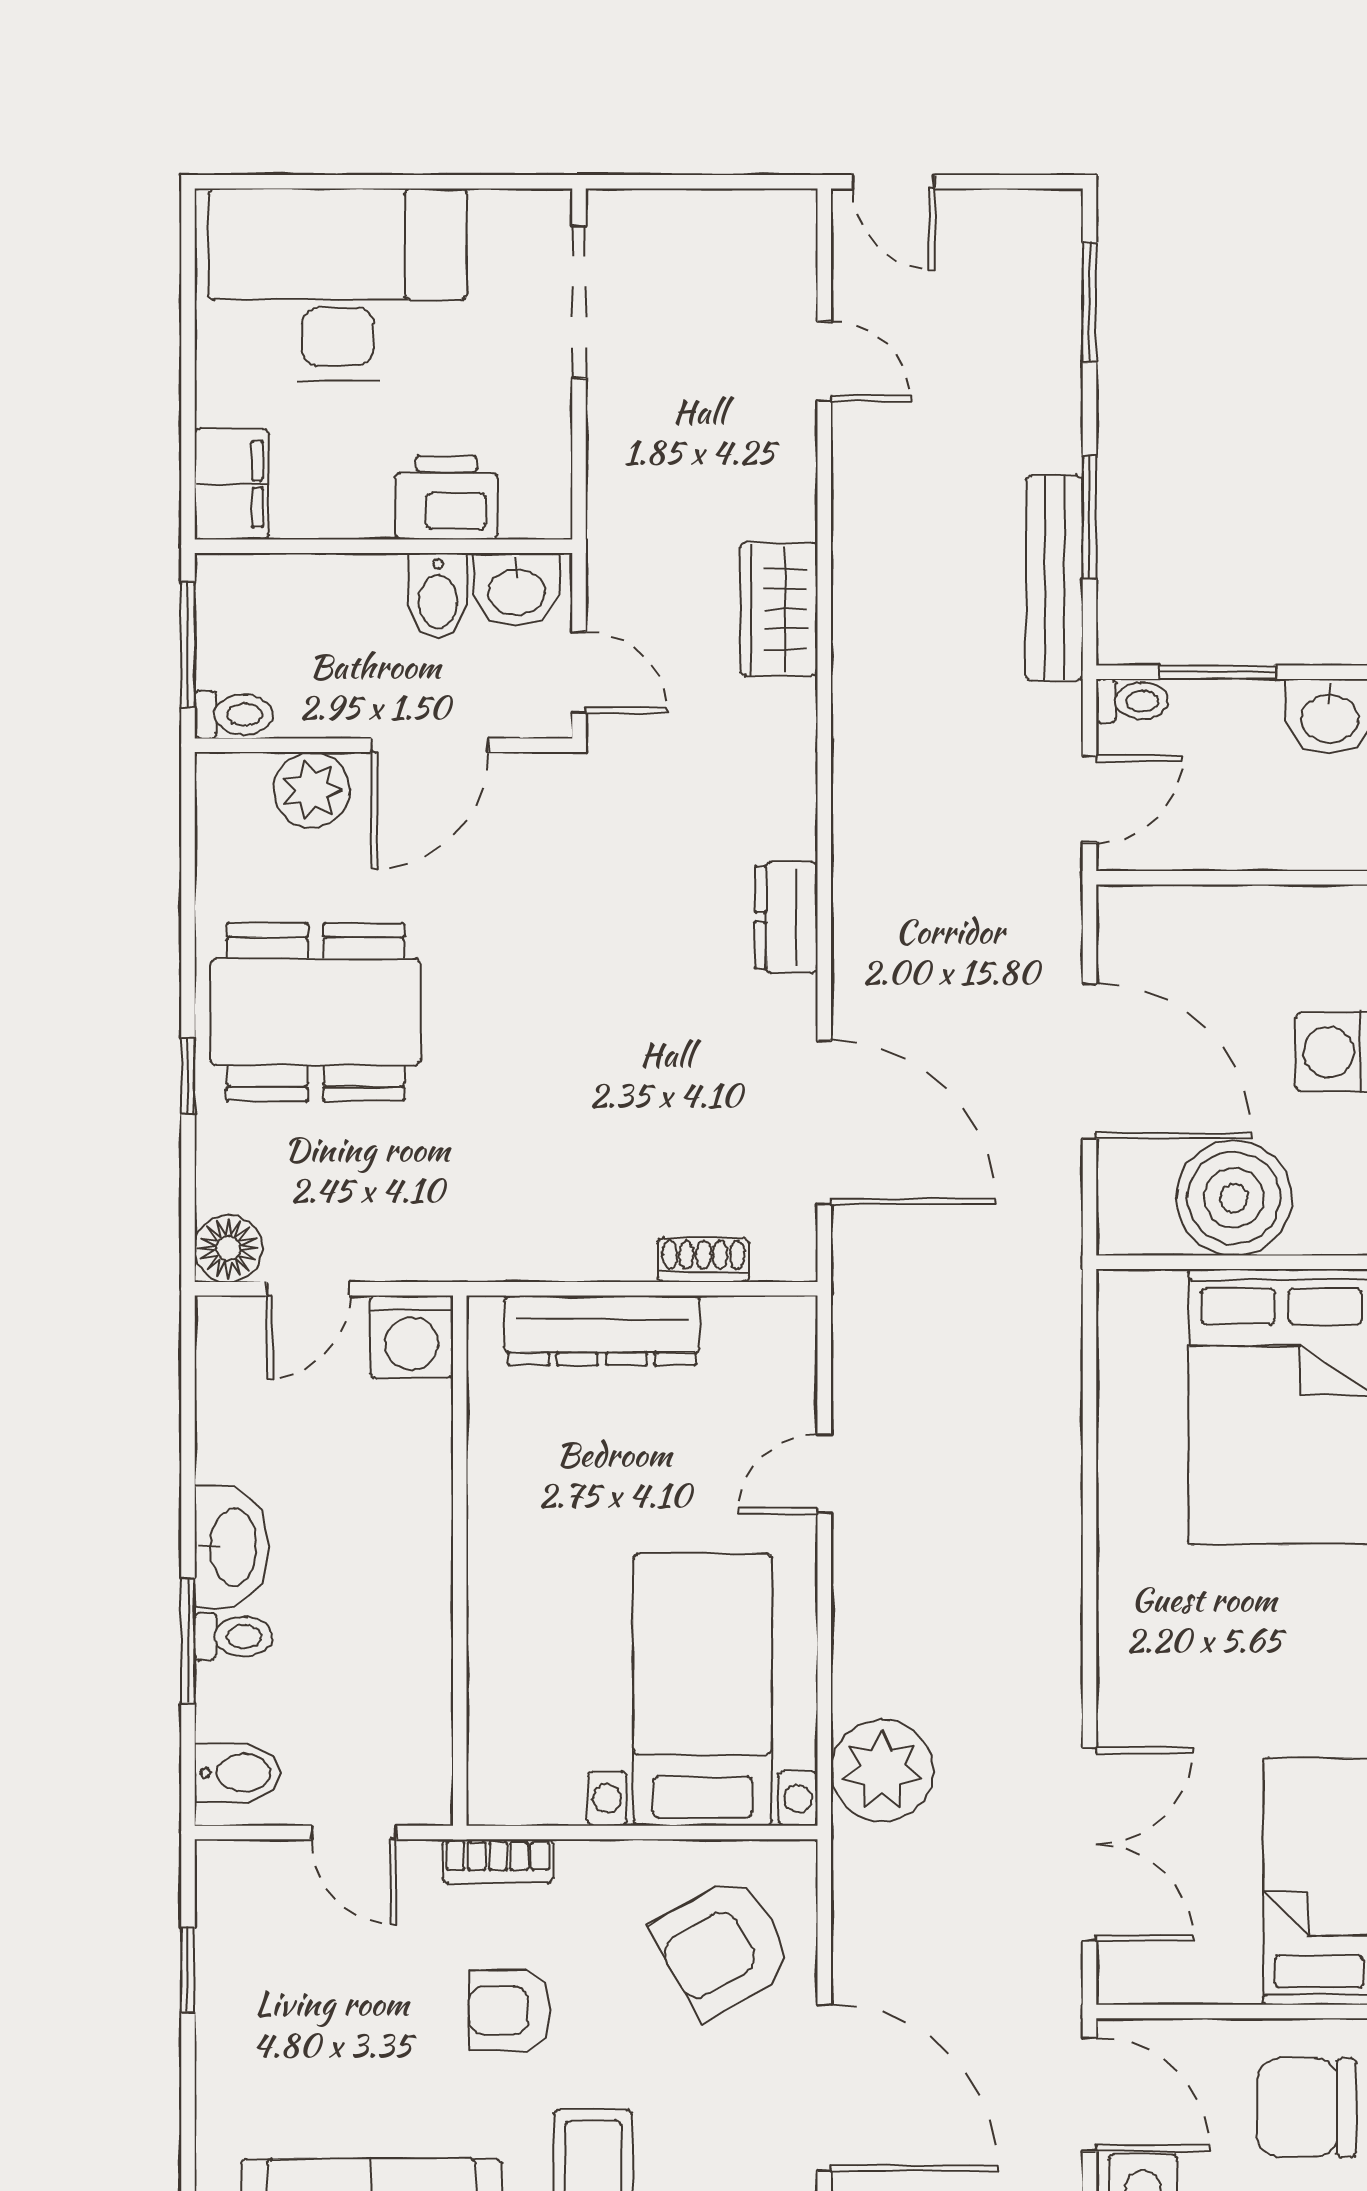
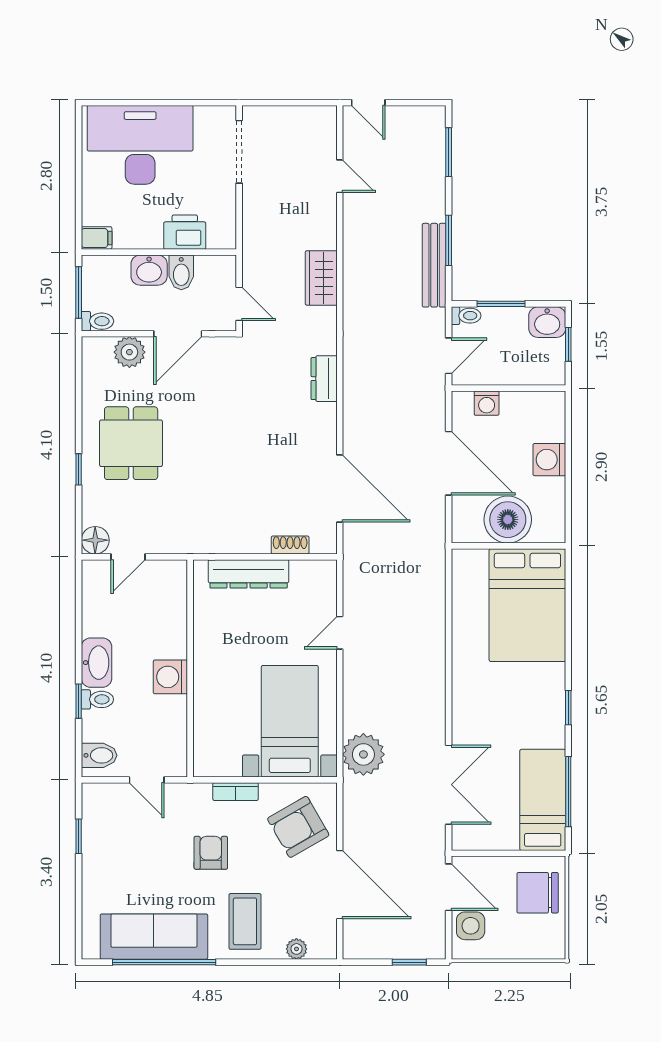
filing cabinet: (232, 484) -> (97, 238), width x0.50
washbasin: (517, 590) -> (149, 270), moved
washing machine: (1182, 914) -> (487, 403), added
dresser: (786, 917) -> (324, 379), moved
dining table: (316, 1012) -> (131, 443), width x0.73
washing machine: (412, 1337) -> (170, 677), moved, turned 90
window: (188, 1640) -> (79, 701), width x0.67
bookcase: (498, 1861) -> (236, 792), moved
armchair: (510, 2010) -> (211, 853), turned 90

